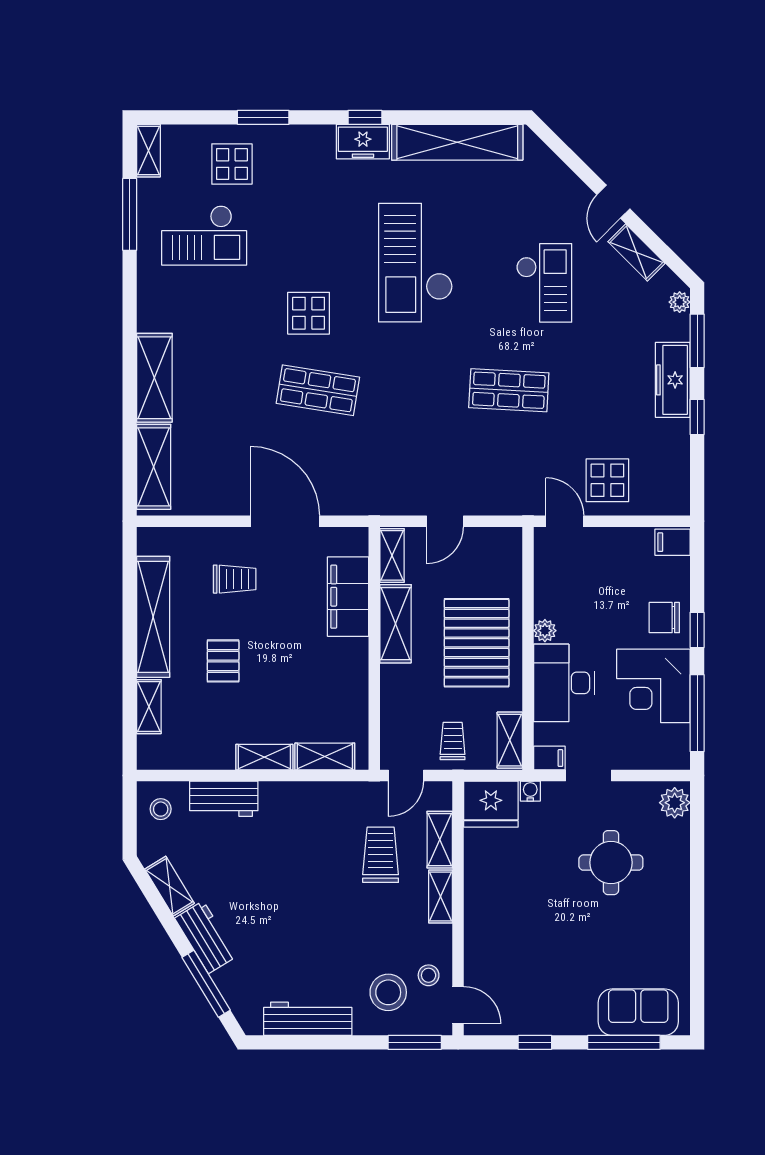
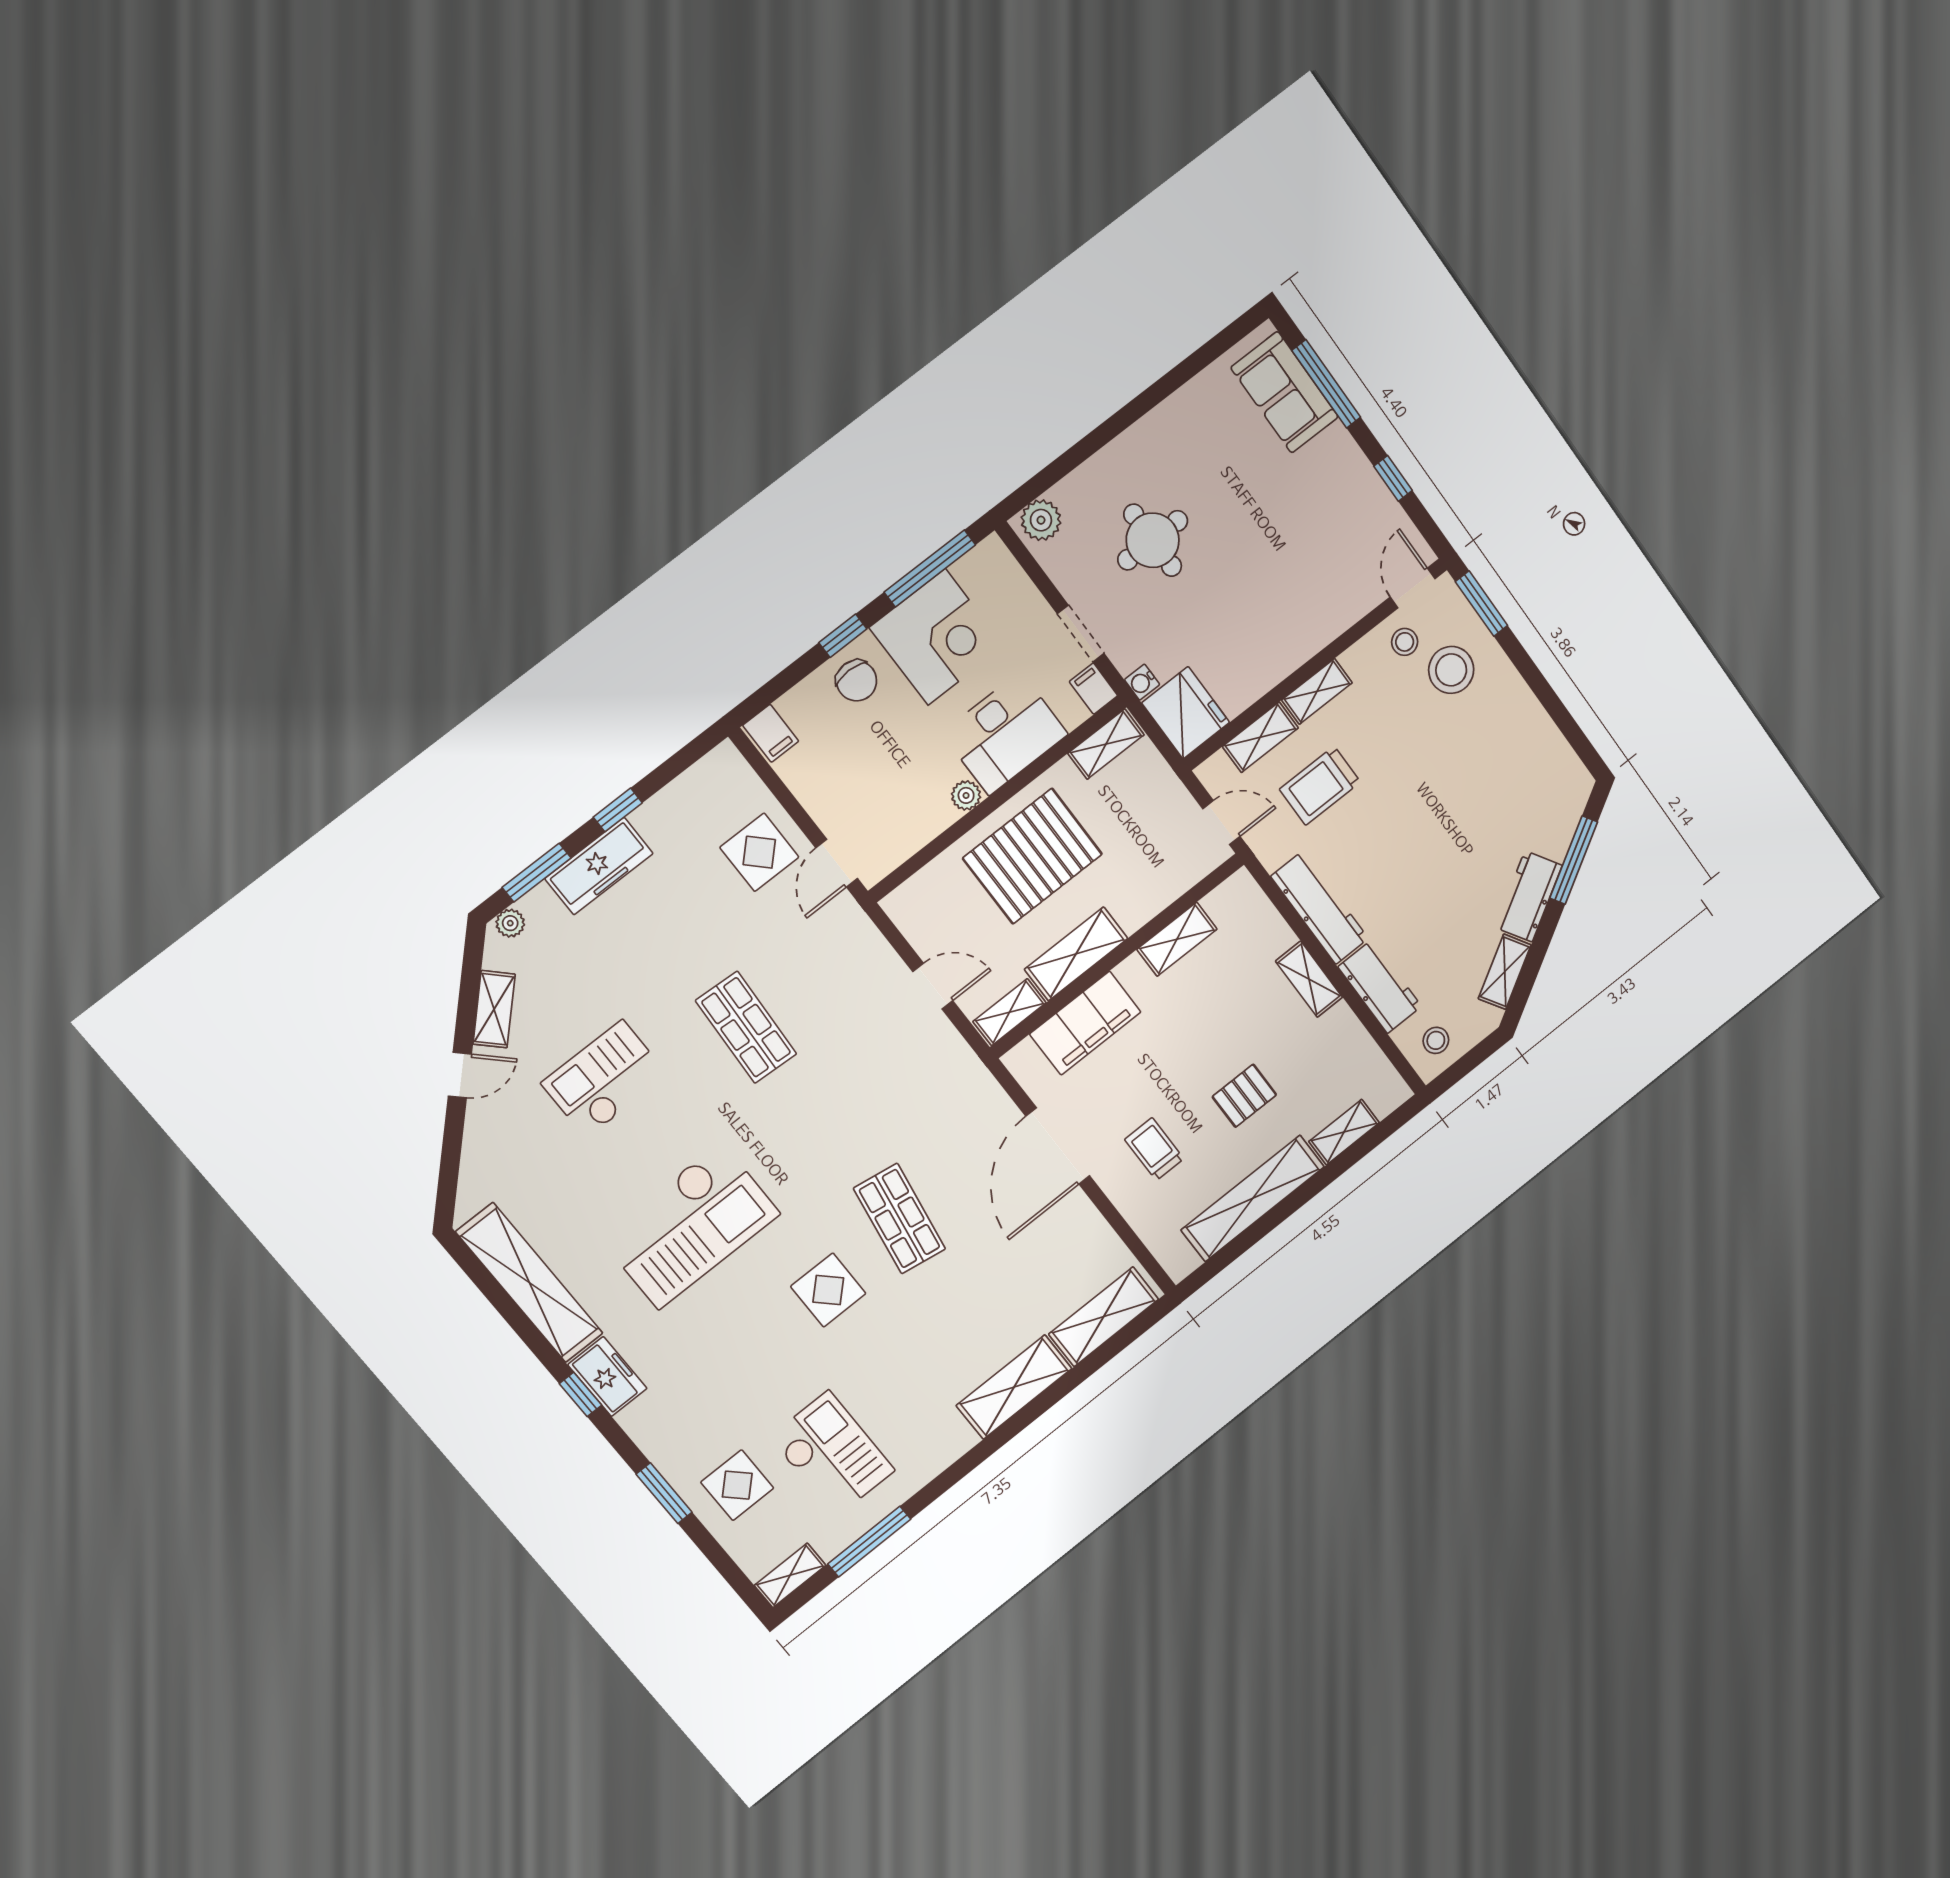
trolley: (453, 741) -> (1151, 802), removed
shelving: (325, 756) -> (1177, 939), moved, turned 90
workbench: (308, 1019) -> (1320, 907), moved, turned 180

